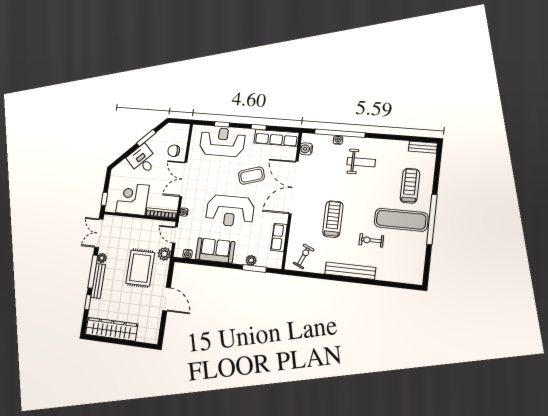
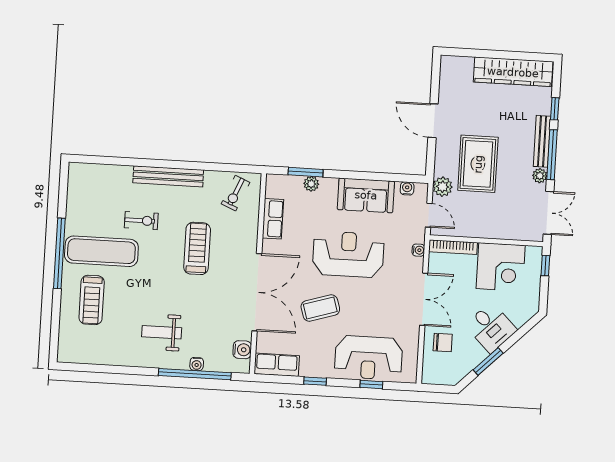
row of seats: (276, 138) -> (277, 365), width x0.68
bench: (423, 147) -> (76, 356), removed
treadmill: (333, 219) -> (197, 248), turned 180

